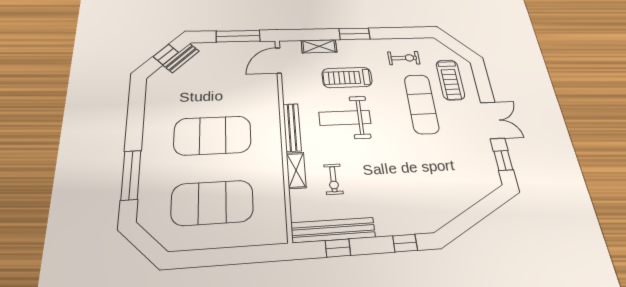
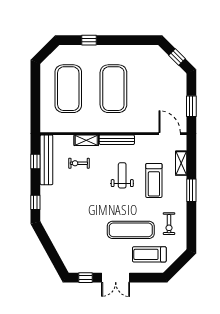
window: (238, 36) -> (191, 106), width x0.69
bench: (181, 58) -> (174, 67), removed
treadmill: (347, 78) -> (154, 180), turned 180
weight bench: (345, 118) -> (122, 175), width x0.73, depth x0.75
window: (131, 175) -> (89, 40), width x0.46

